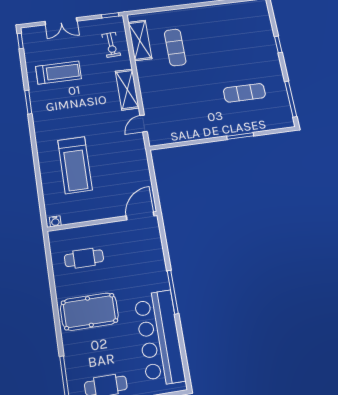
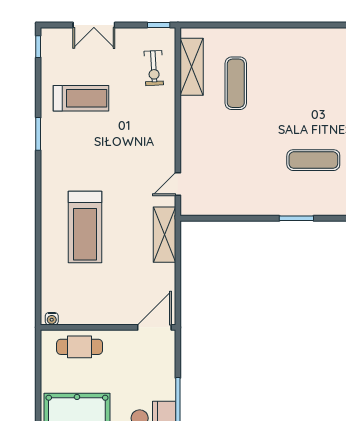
shelving: (127, 90) -> (164, 235), moved
door: (140, 216) -> (154, 327), moved
water cooler: (55, 221) -> (52, 319), moved
wall: (102, 221) -> (108, 327), moved

